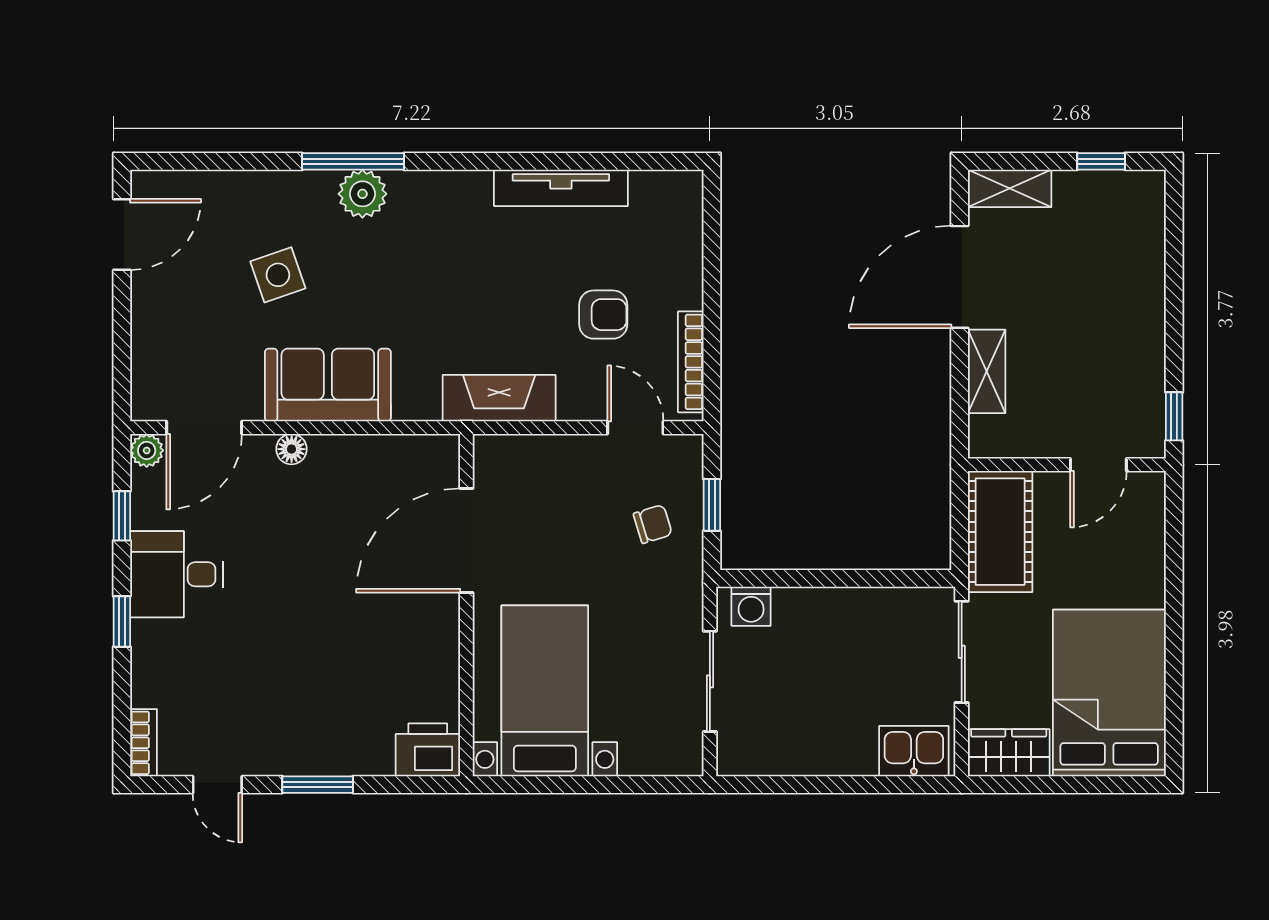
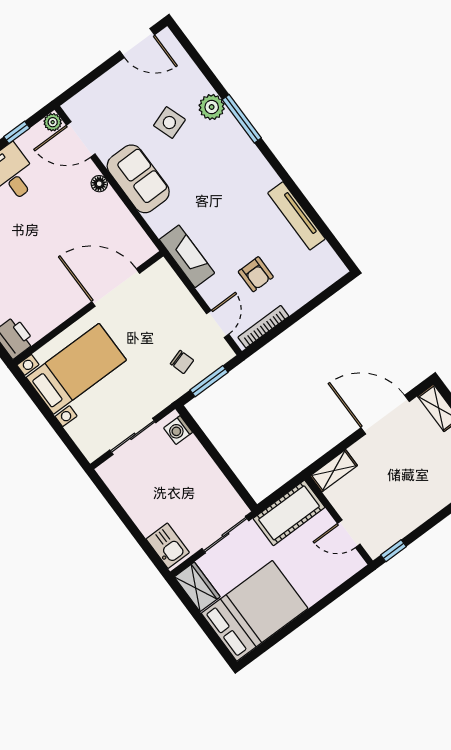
plant: (362, 194) -> (212, 107), moved
shelving: (987, 371) -> (334, 471), moved
window: (712, 505) -> (209, 381), width x1.50

